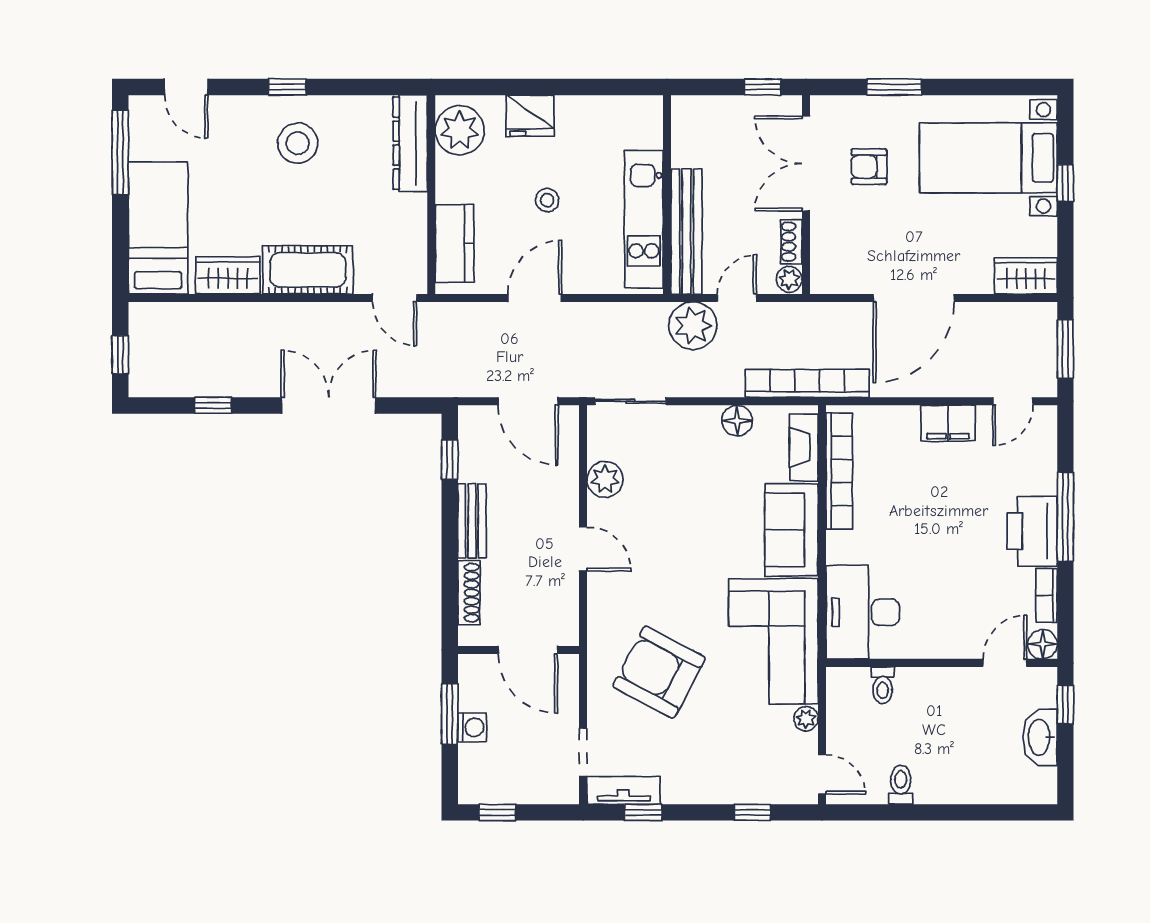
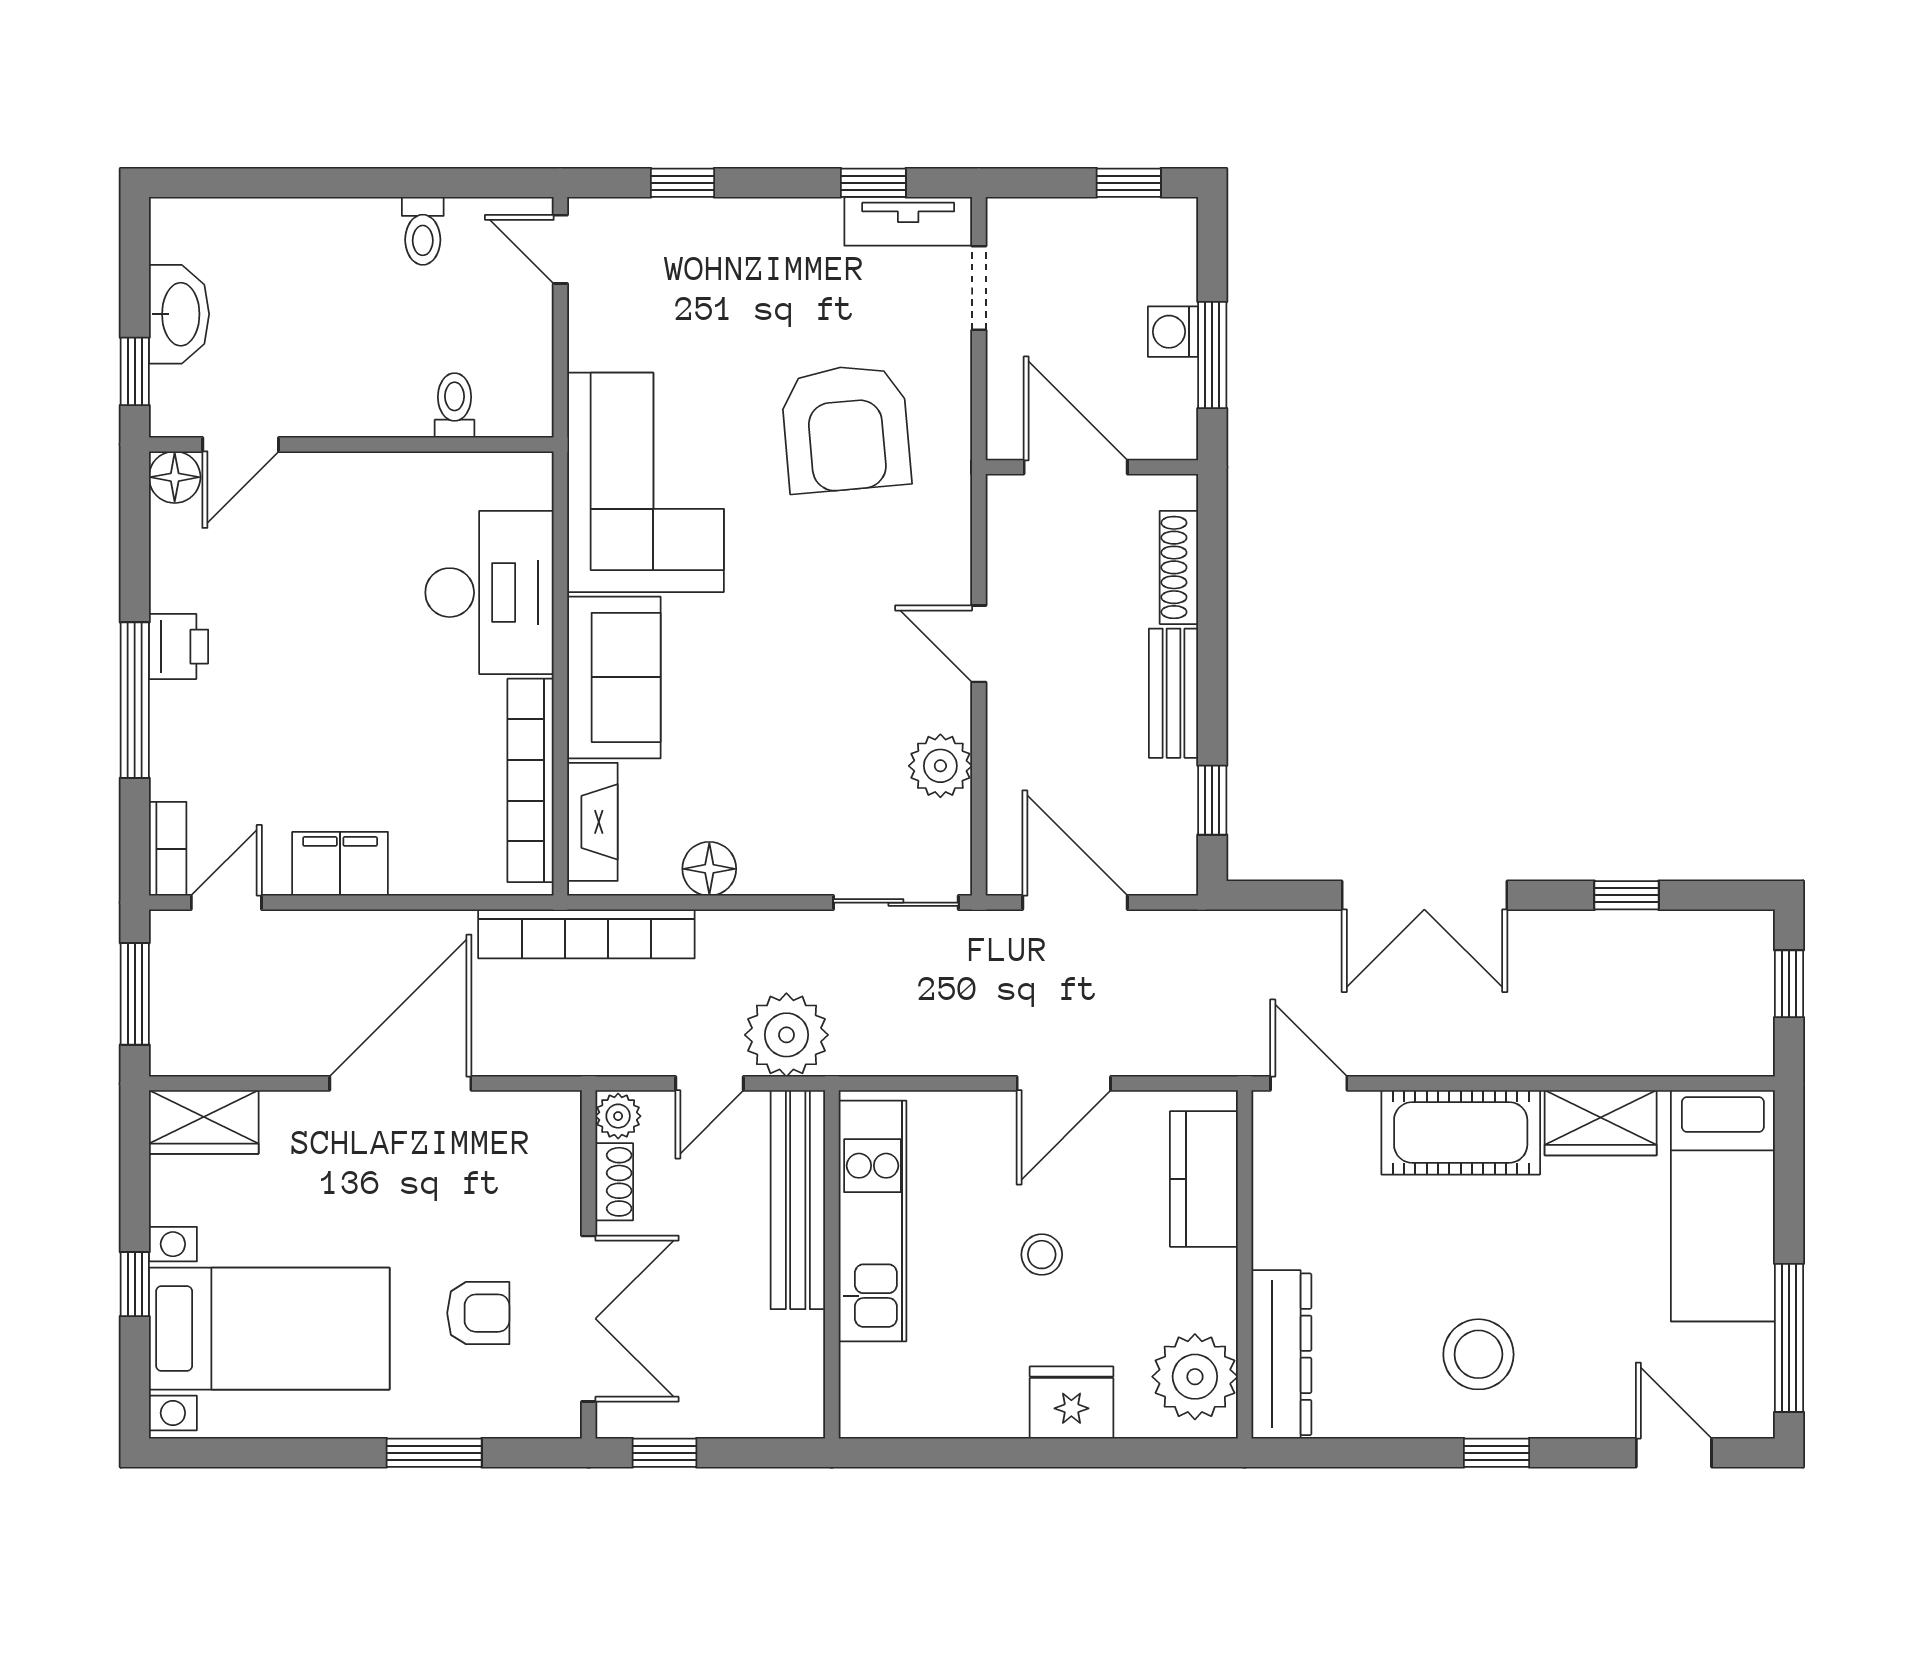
printer: (1032, 531) -> (179, 647), width x0.53, depth x0.68
bookcase: (1047, 596) -> (168, 849), moved
desk: (863, 612) -> (489, 593), moved
armchair: (659, 672) -> (846, 428), turned 57
plant: (806, 719) -> (589, 347), removed

